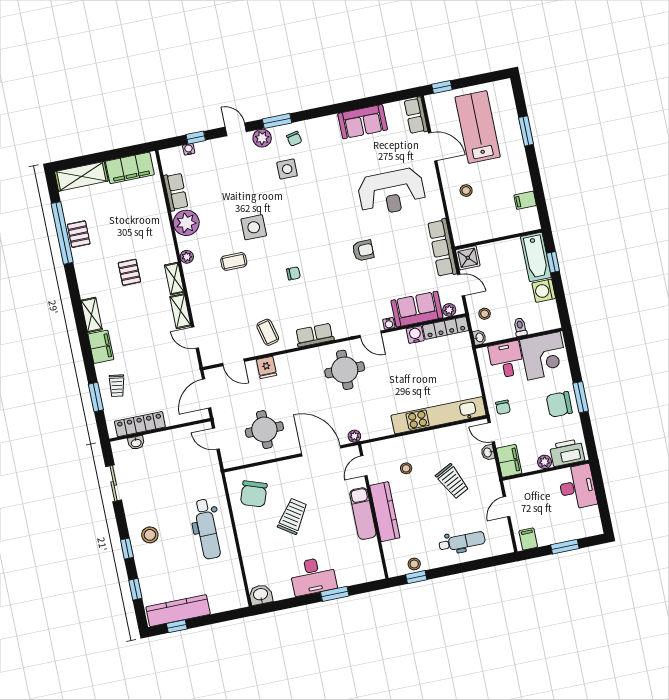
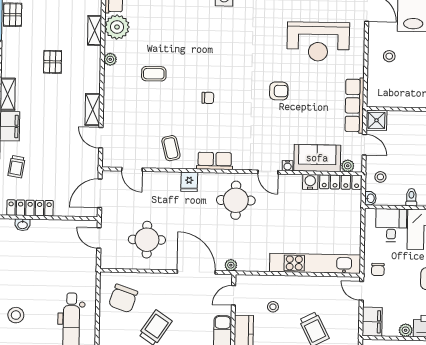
side table: (254, 227) -> (180, 46), removed
shelving: (174, 279) -> (95, 30), moved
fridge: (267, 367) -> (189, 182), moved
washbasin: (488, 452) -> (354, 309), removed

